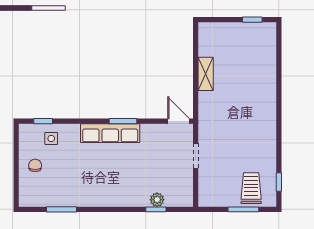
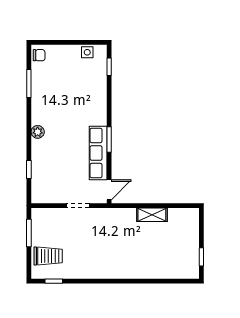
row of seats: (110, 133) -> (98, 153), moved
side table: (51, 139) -> (87, 52), moved
chair: (35, 165) -> (39, 55), moved
plant: (157, 200) -> (38, 132), moved
window: (243, 209) -> (29, 233), moved

